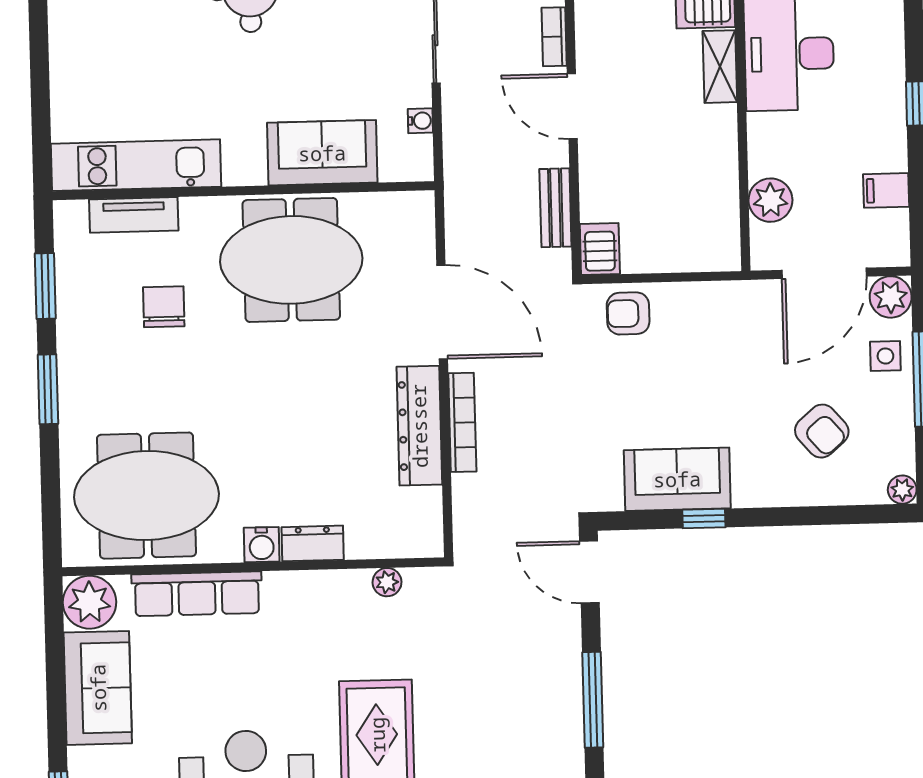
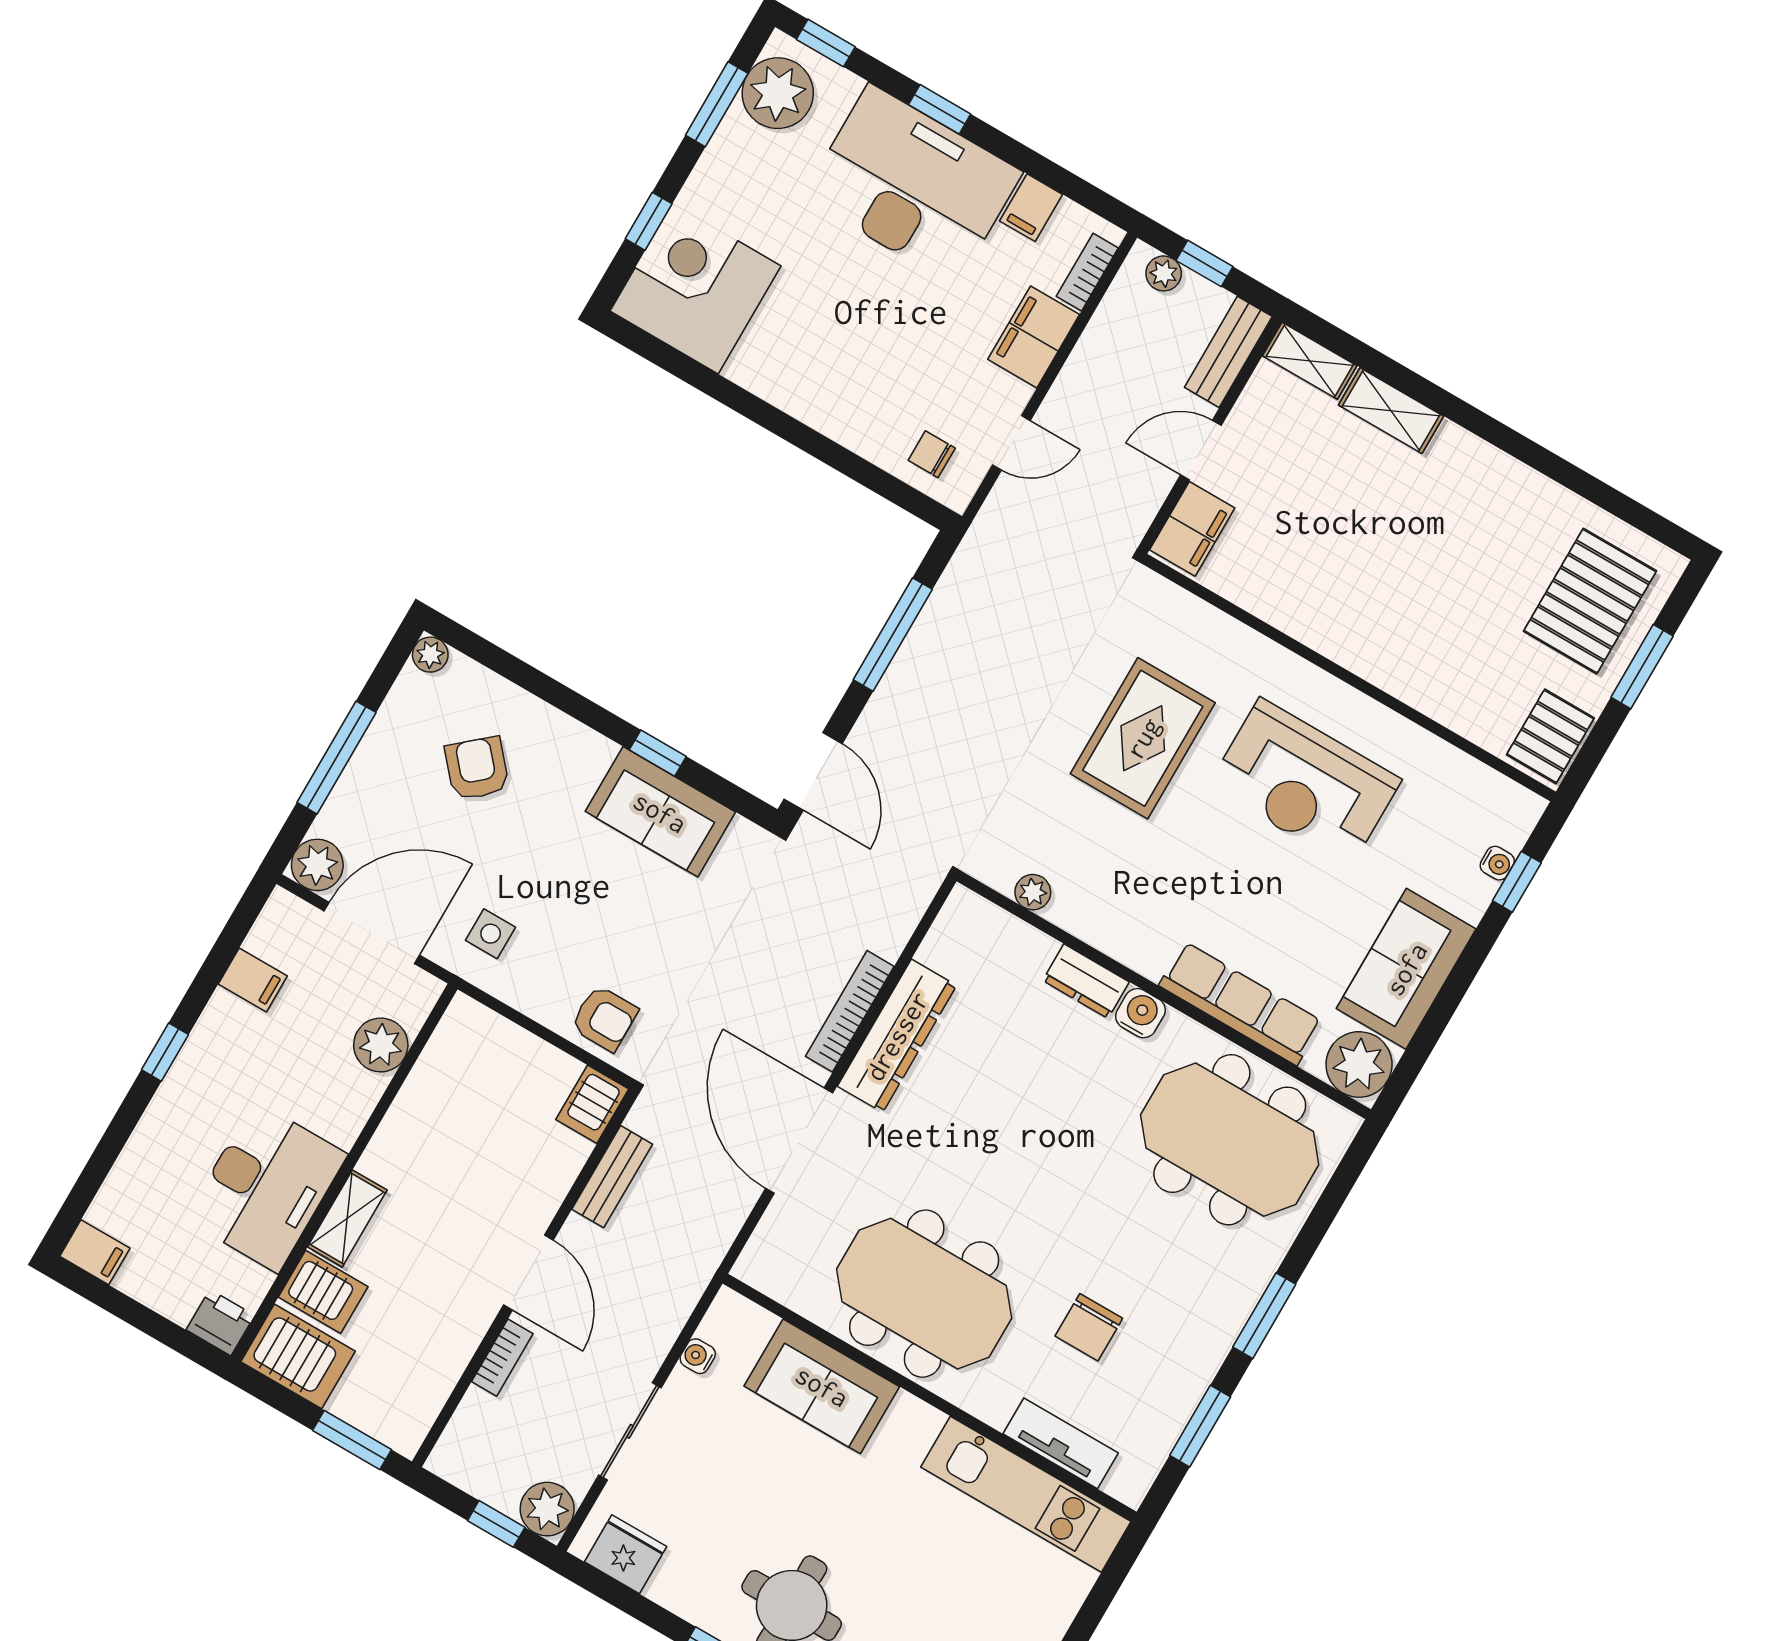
side table: (885, 356) -> (491, 934), moved

